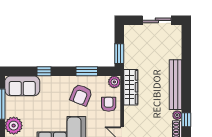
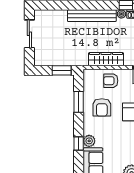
plant: (114, 82) -> (89, 141), moved
wardrobe: (131, 87) -> (106, 59), moved
armchair: (81, 95) -> (102, 107), turned 68

